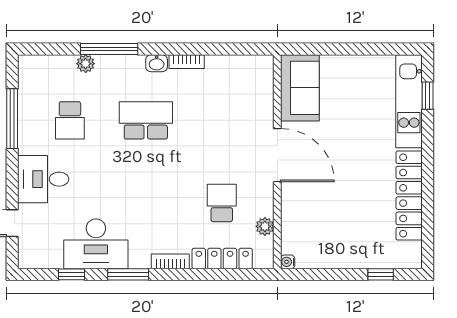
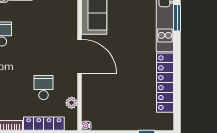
window: (428, 96) -> (177, 18), width x1.50

